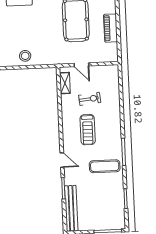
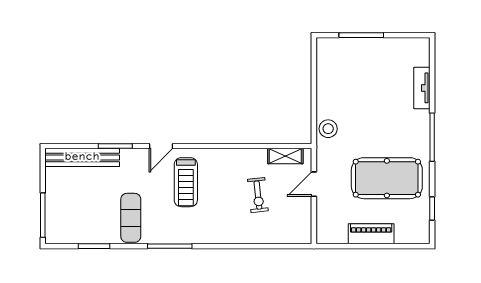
stool: (25, 56) -> (328, 129), moved
treadmill: (88, 130) -> (186, 182), moved, turned -90
exercise mat: (105, 166) -> (131, 218), moved

